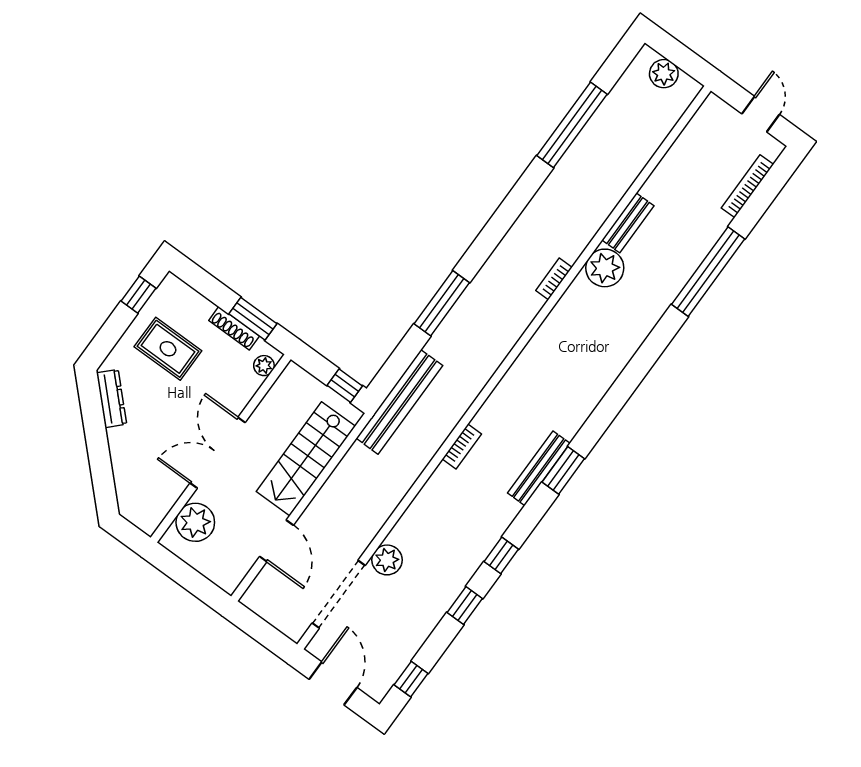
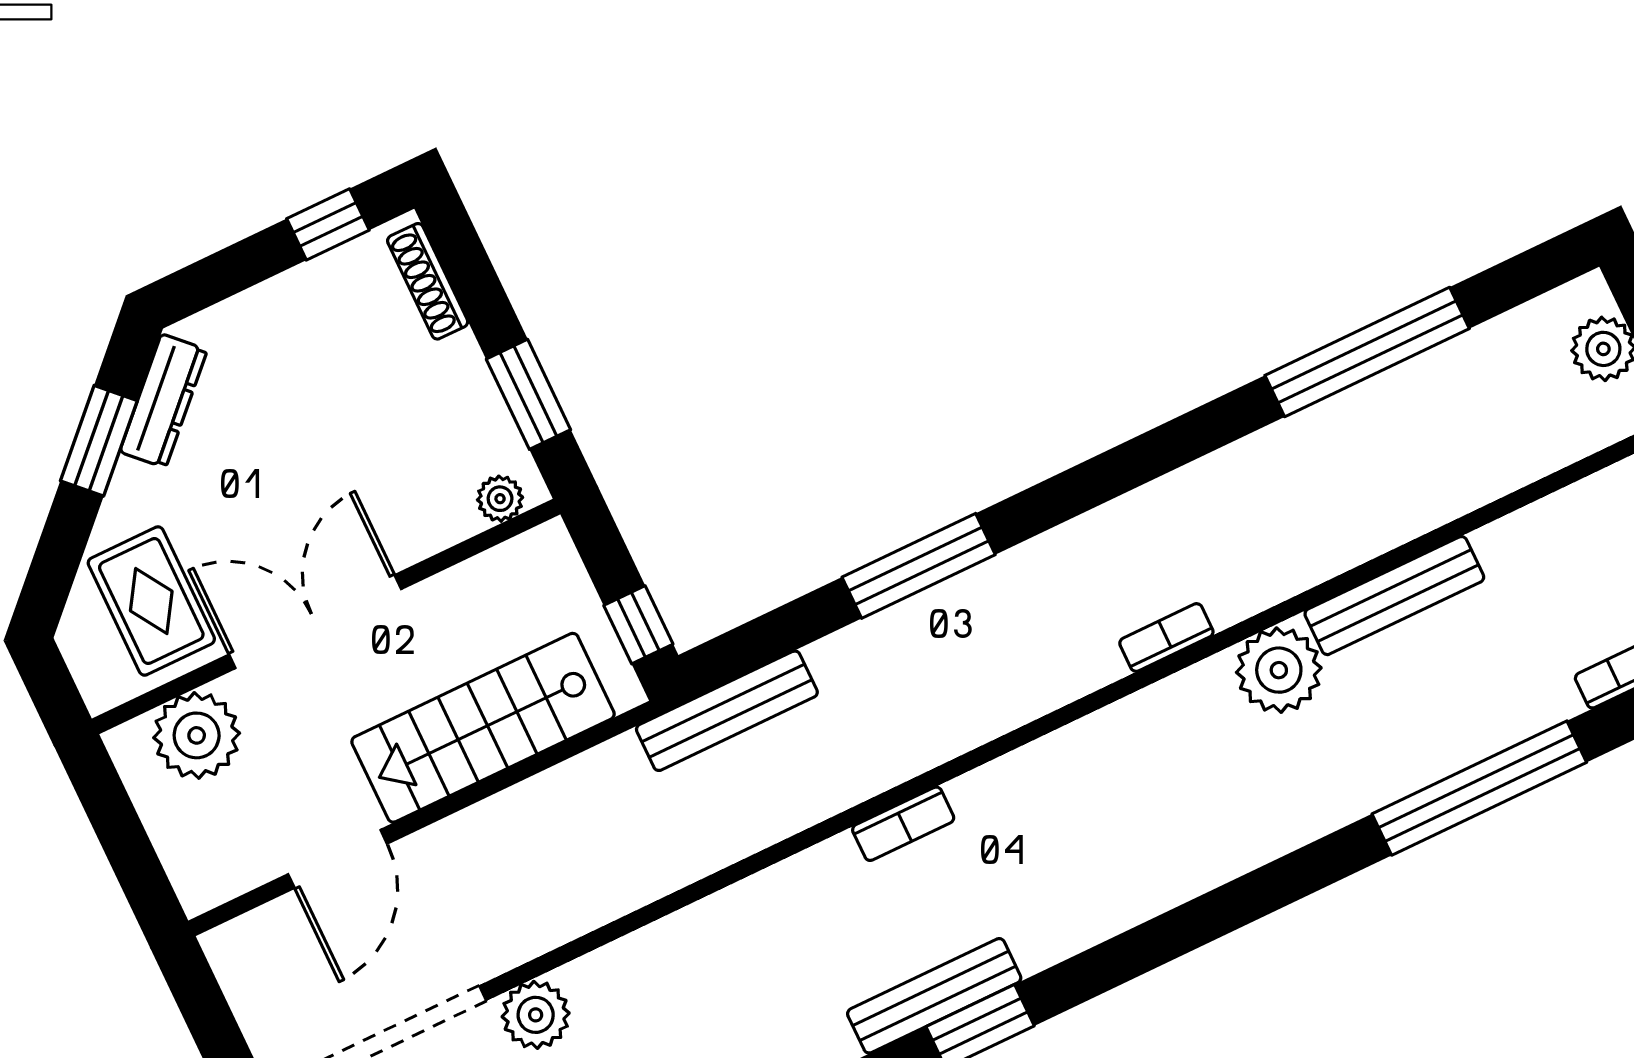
bench: (628, 223) -> (1394, 596), width x1.36
shoe rack: (234, 328) -> (428, 281), moved
rug: (168, 349) -> (151, 601), moved
bench: (399, 402) -> (727, 711), width x0.73, depth x0.82
window: (95, 428) -> (99, 441), added
bookcase: (462, 447) -> (903, 824), moved

